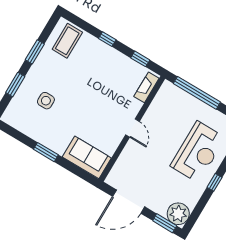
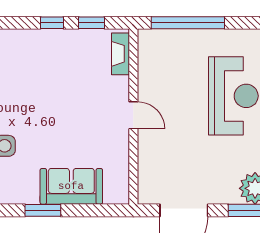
window: (107, 39) -> (52, 23), moved
sofa: (87, 157) -> (71, 186), moved

